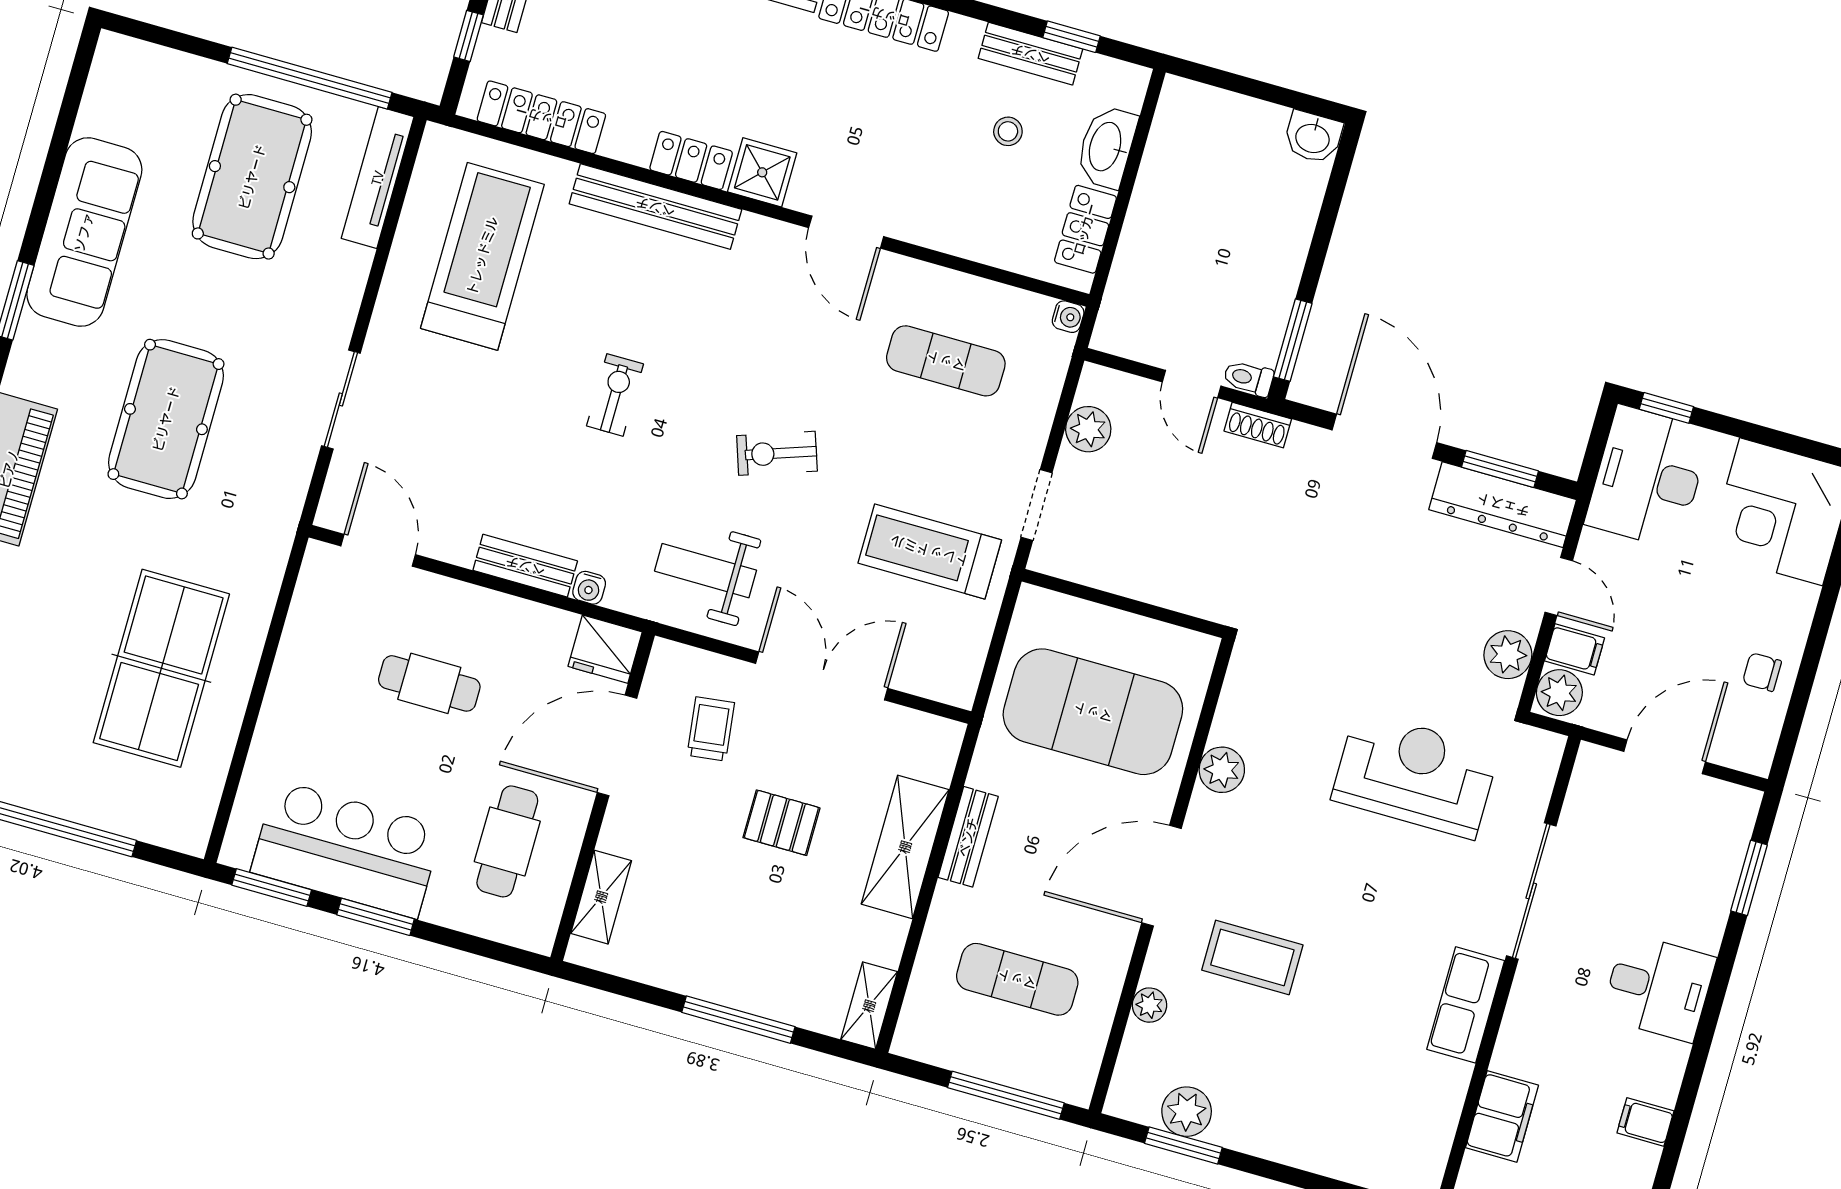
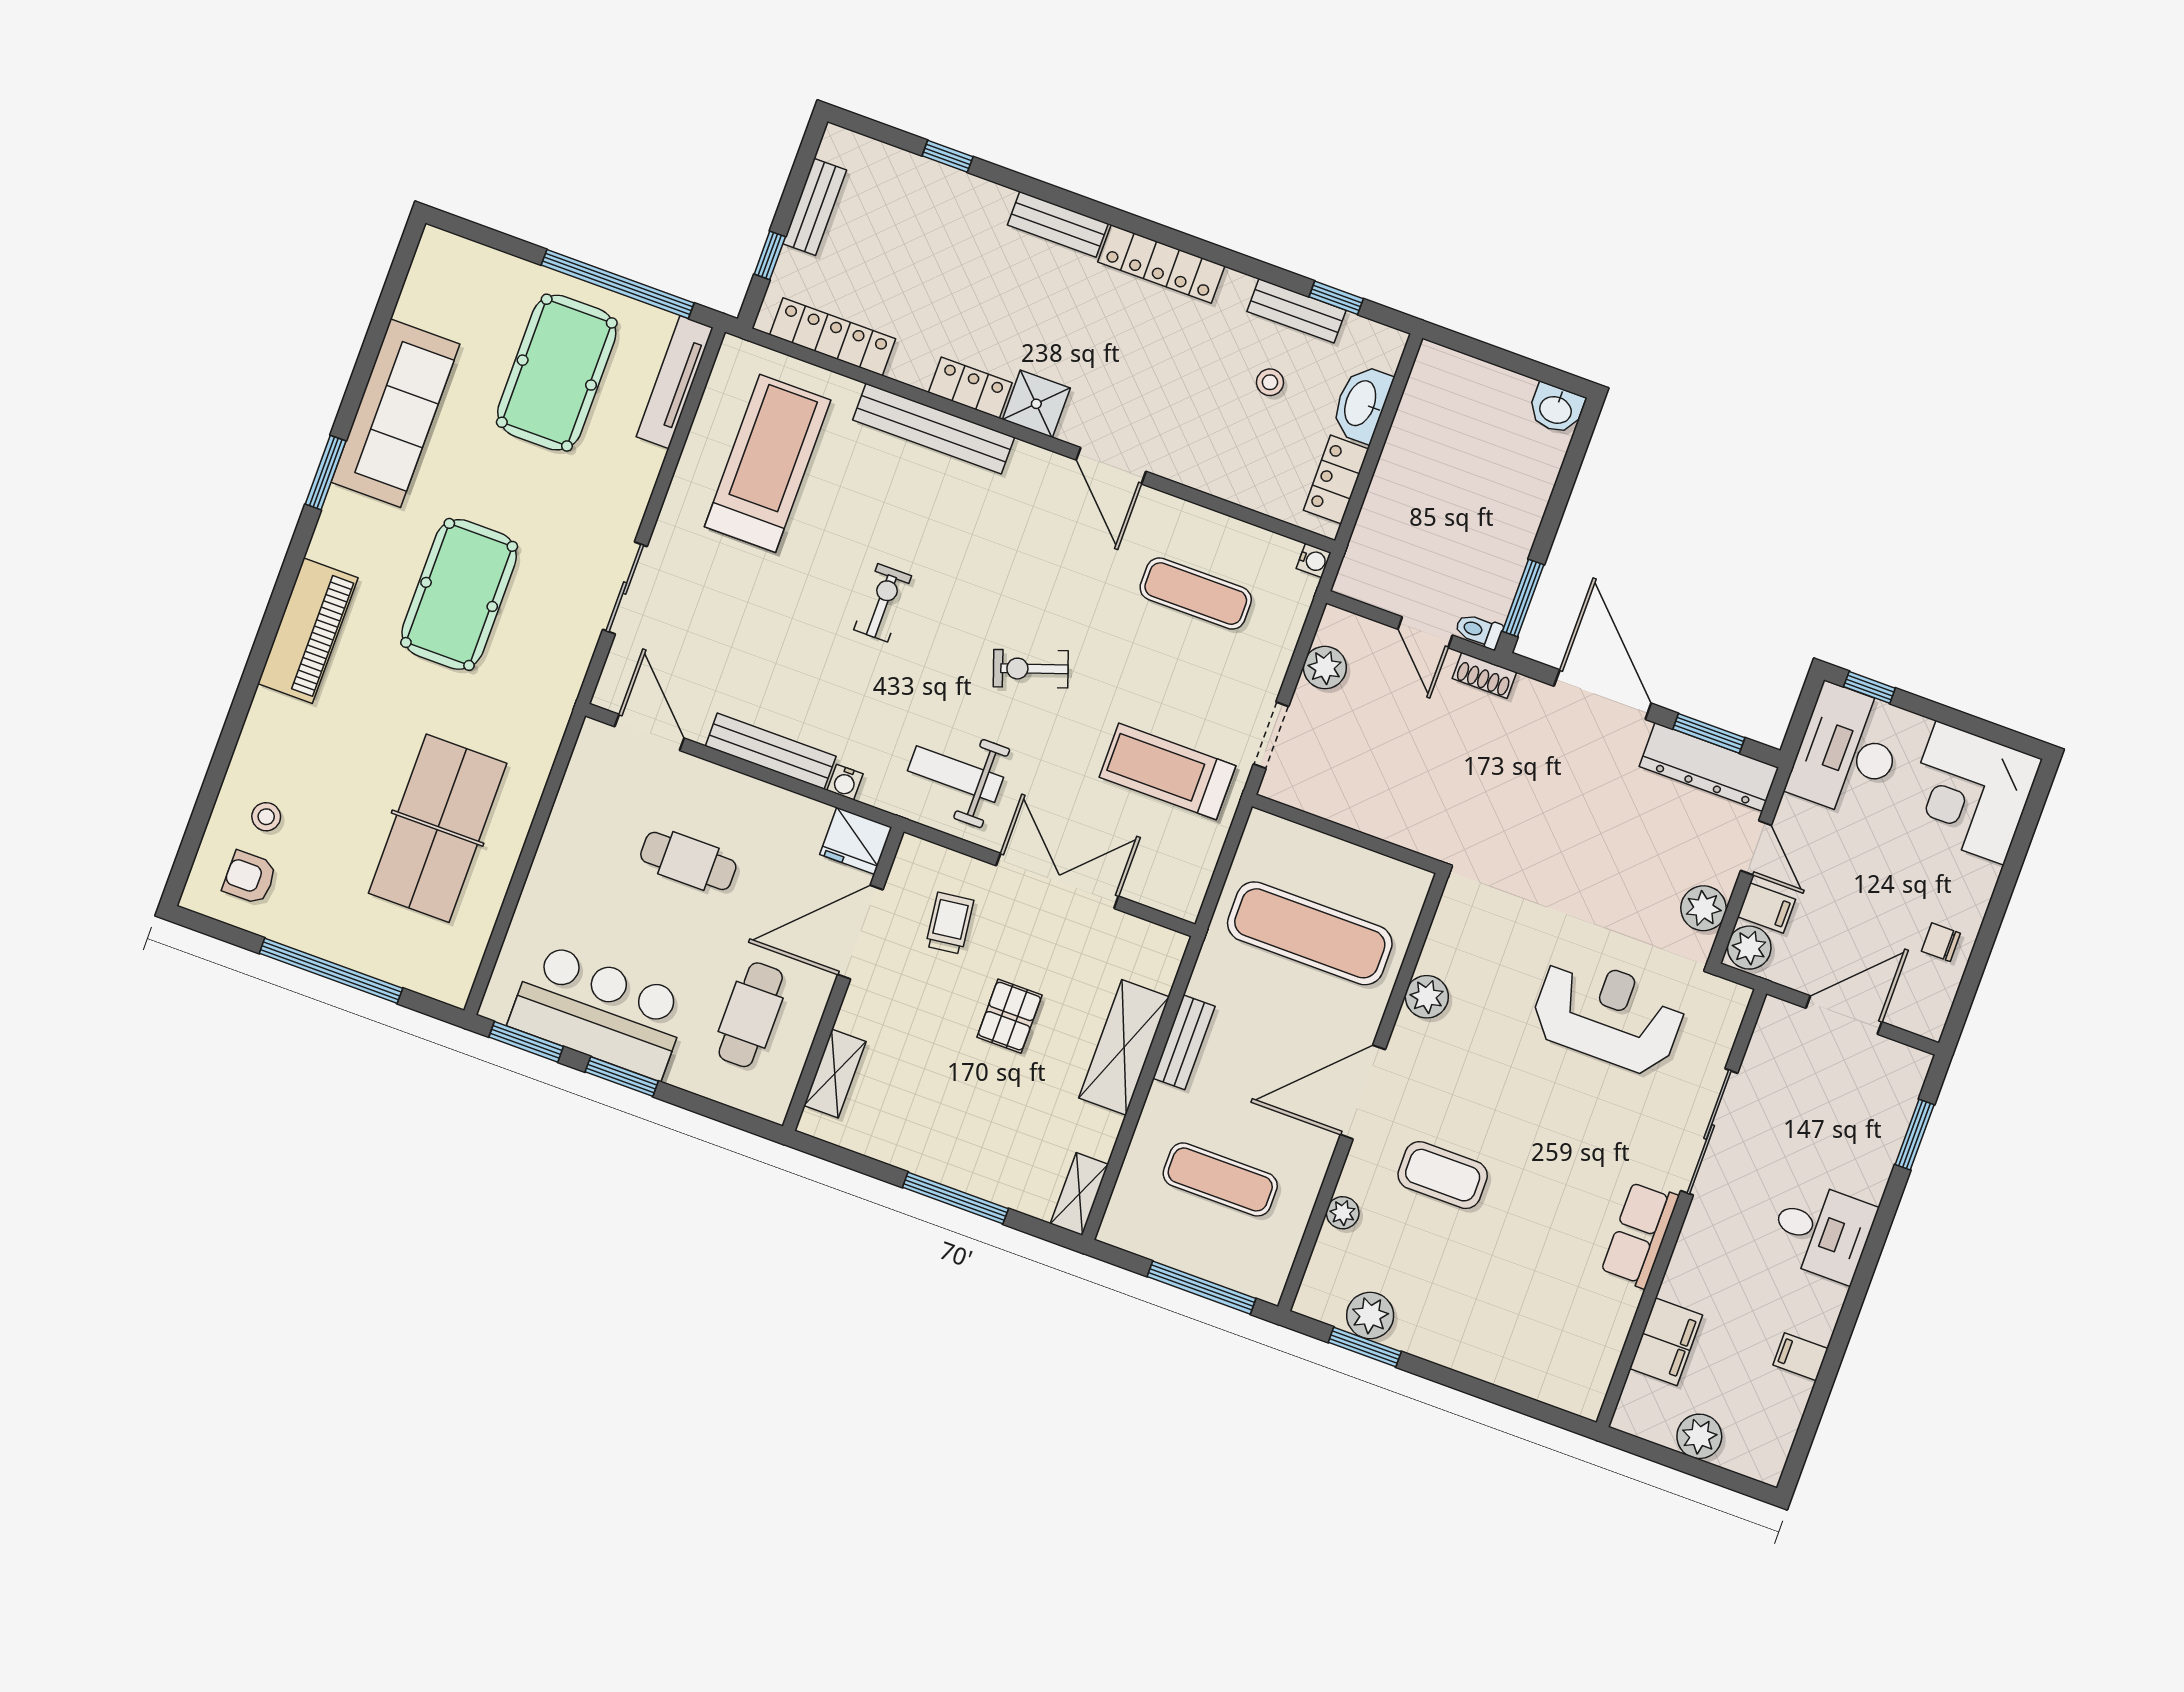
bench: (525, 566) -> (771, 751), width x1.36
exercise mat: (1093, 712) -> (1310, 933), width x0.68
pallet: (781, 823) -> (1009, 1016), turned 90

